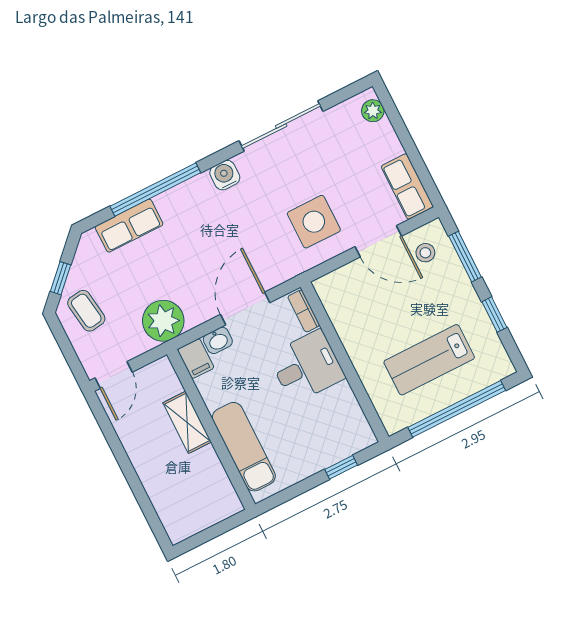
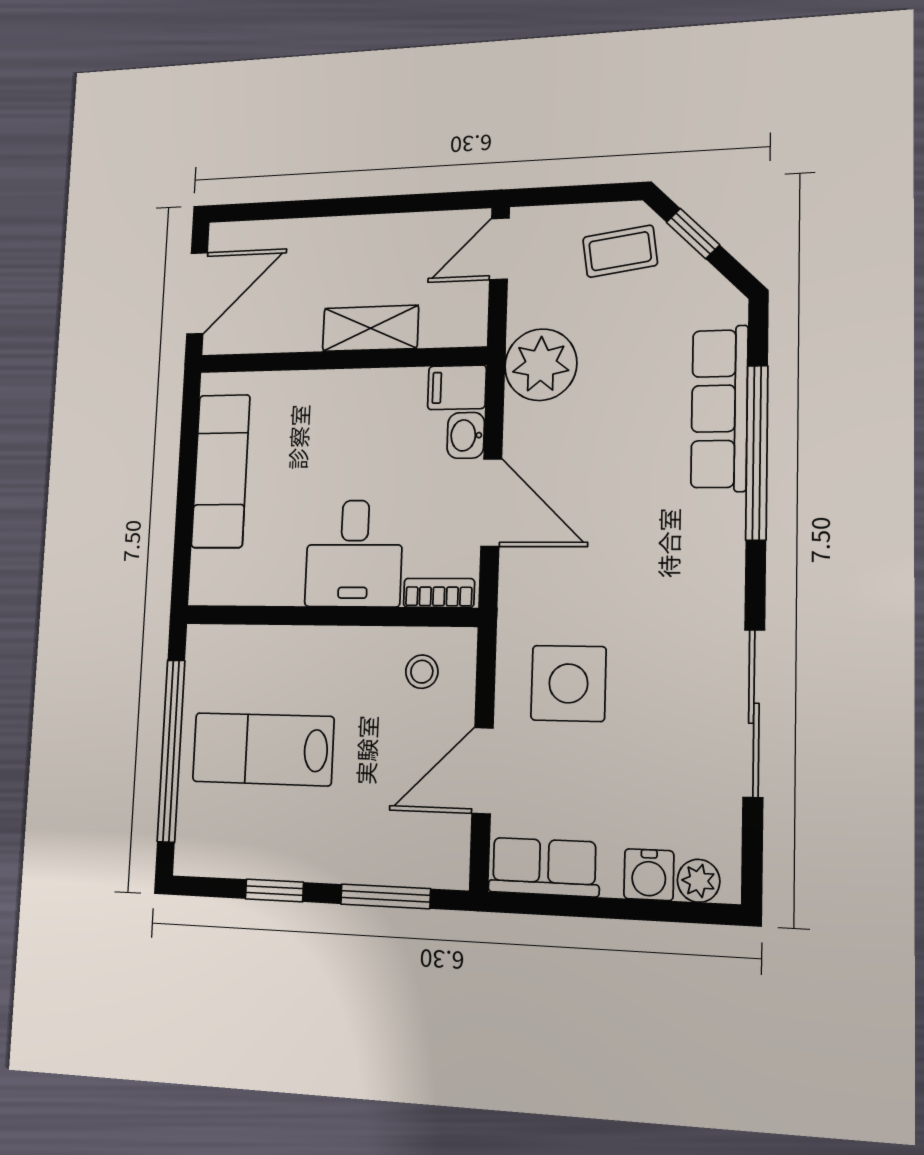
water cooler: (225, 175) -> (649, 875), moved, turned 90
row of seats: (129, 226) -> (719, 408), width x1.48
stool: (425, 253) -> (422, 672), moved
lab bench: (429, 360) -> (263, 749), turned -90
door: (114, 375) -> (499, 249), hinge flipped
exam couch: (244, 447) -> (221, 471), moved, turned -90
window: (341, 467) -> (184, 529), removed
door: (214, 531) -> (197, 293), added

